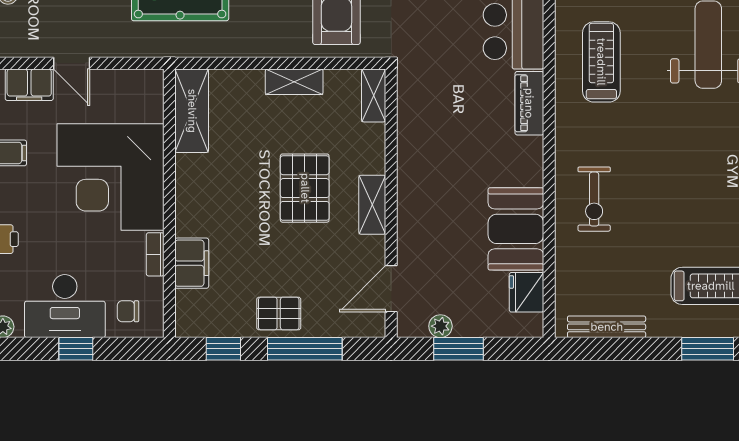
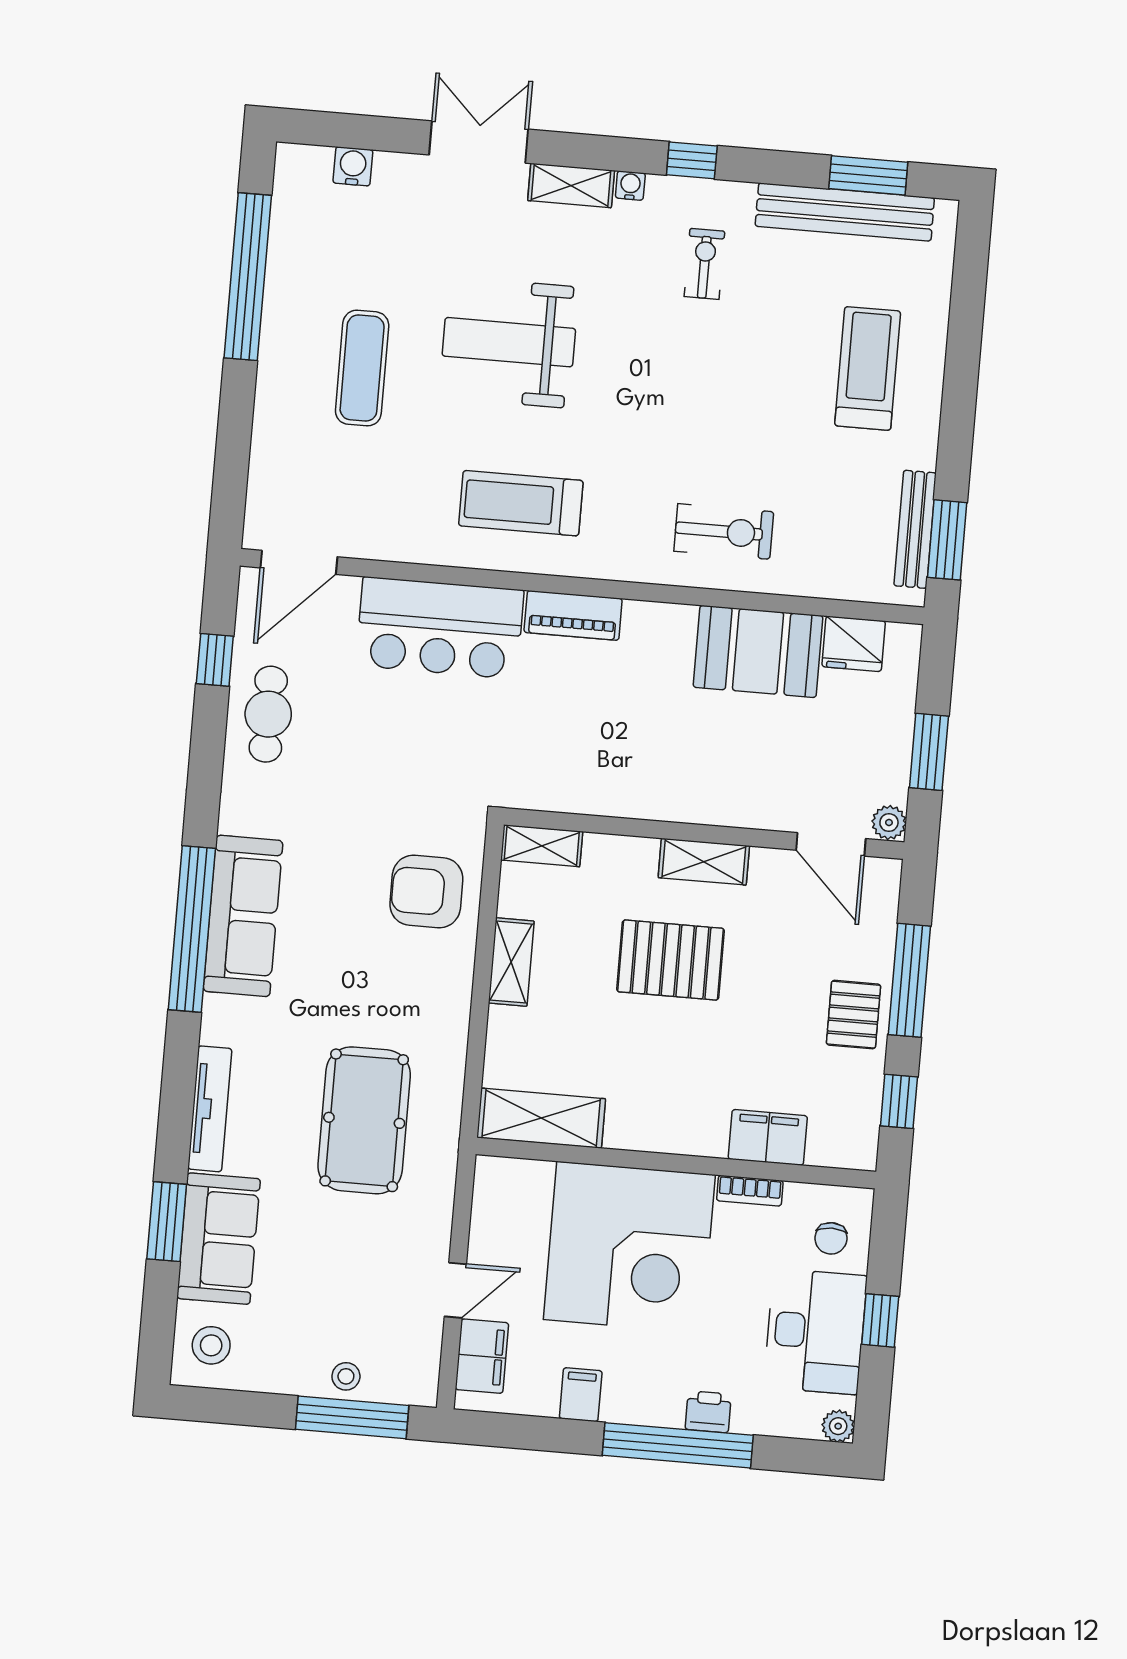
plant: (440, 326) -> (889, 823), moved
window: (708, 349) -> (947, 540), moved

